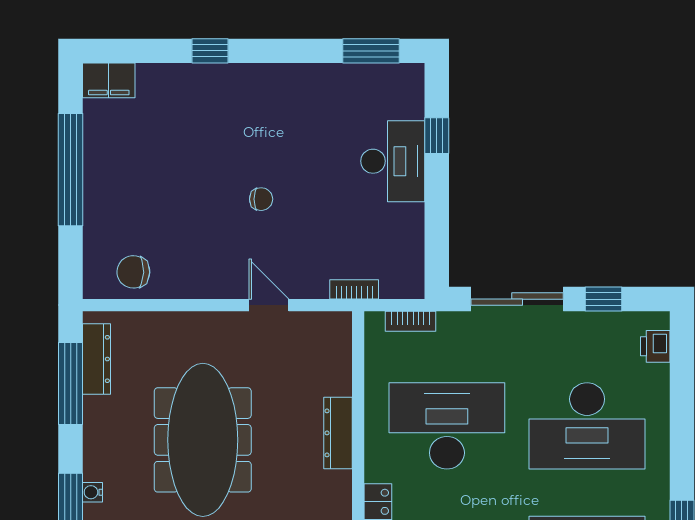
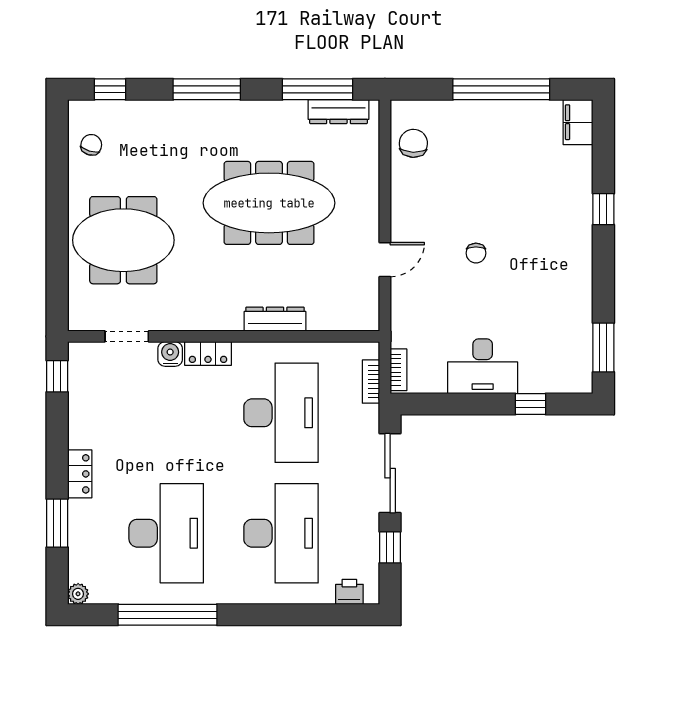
desk: (393, 161) -> (483, 366), moved
bookcase: (354, 289) -> (398, 370), moved
desk: (587, 426) -> (281, 533), turned 180
water cooler: (93, 492) -> (224, 108), removed

